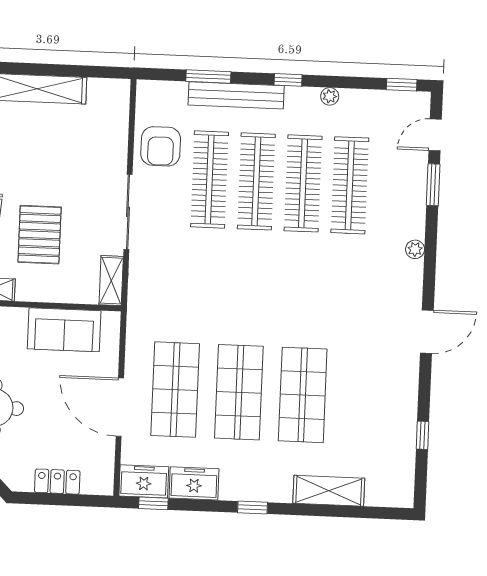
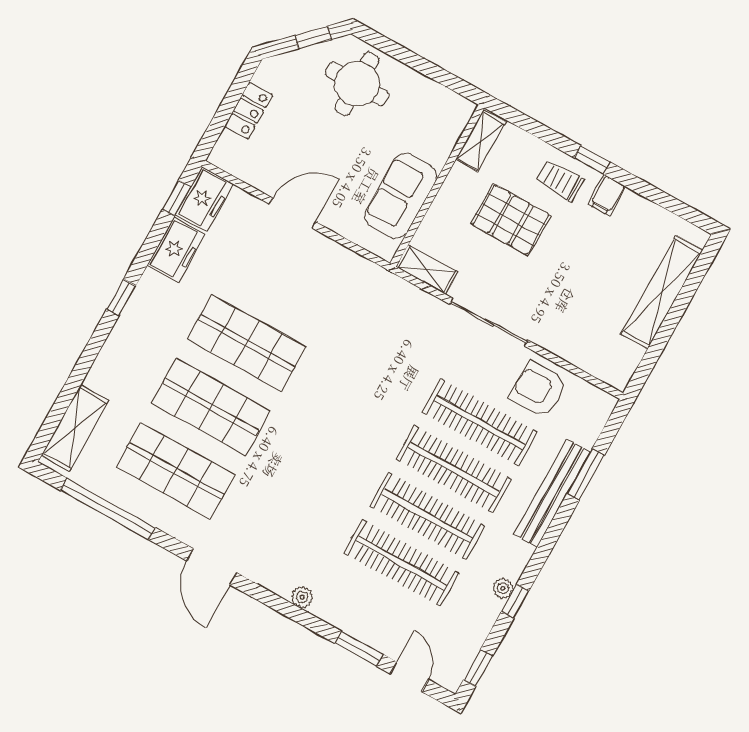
window: (288, 80) -> (515, 601), moved
shop shelf: (175, 390) -> (175, 471), moved
door: (120, 407) -> (293, 213), width x0.73
window: (423, 435) -> (108, 509), width x3.17
shelving: (329, 491) -> (75, 428), moved

